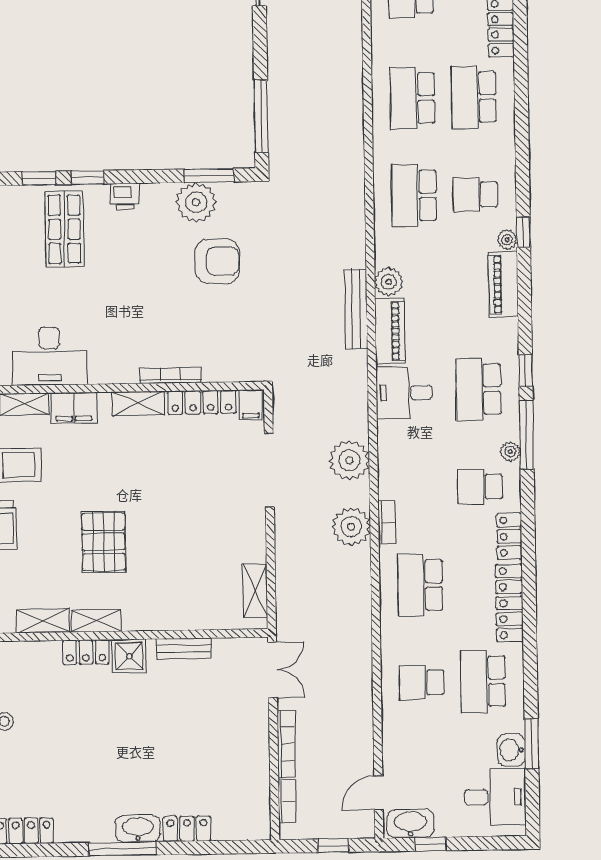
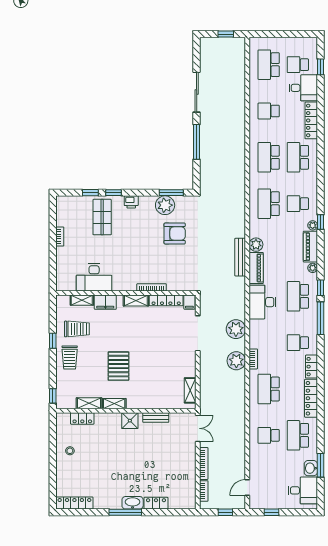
window: (261, 116) -> (197, 142), moved
desk: (404, 393) -> (263, 302), width x1.37
plant: (510, 452) -> (313, 268), moved
locker: (86, 652) -> (82, 418), moved
washbasin: (410, 823) -> (262, 502), removed

